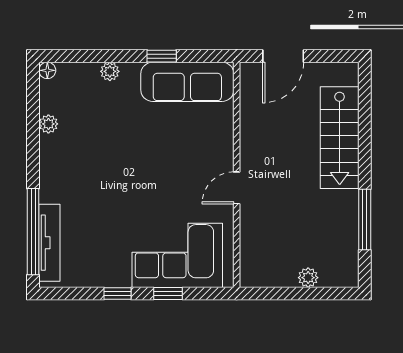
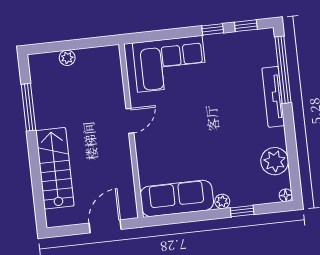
window: (162, 56) -> (242, 211), moved
plant: (110, 71) -> (222, 201), moved
plant: (48, 124) -> (275, 161), width x1.87, depth x1.87
tv unit: (49, 243) -> (273, 97), moved
window: (168, 293) -> (246, 26), moved

